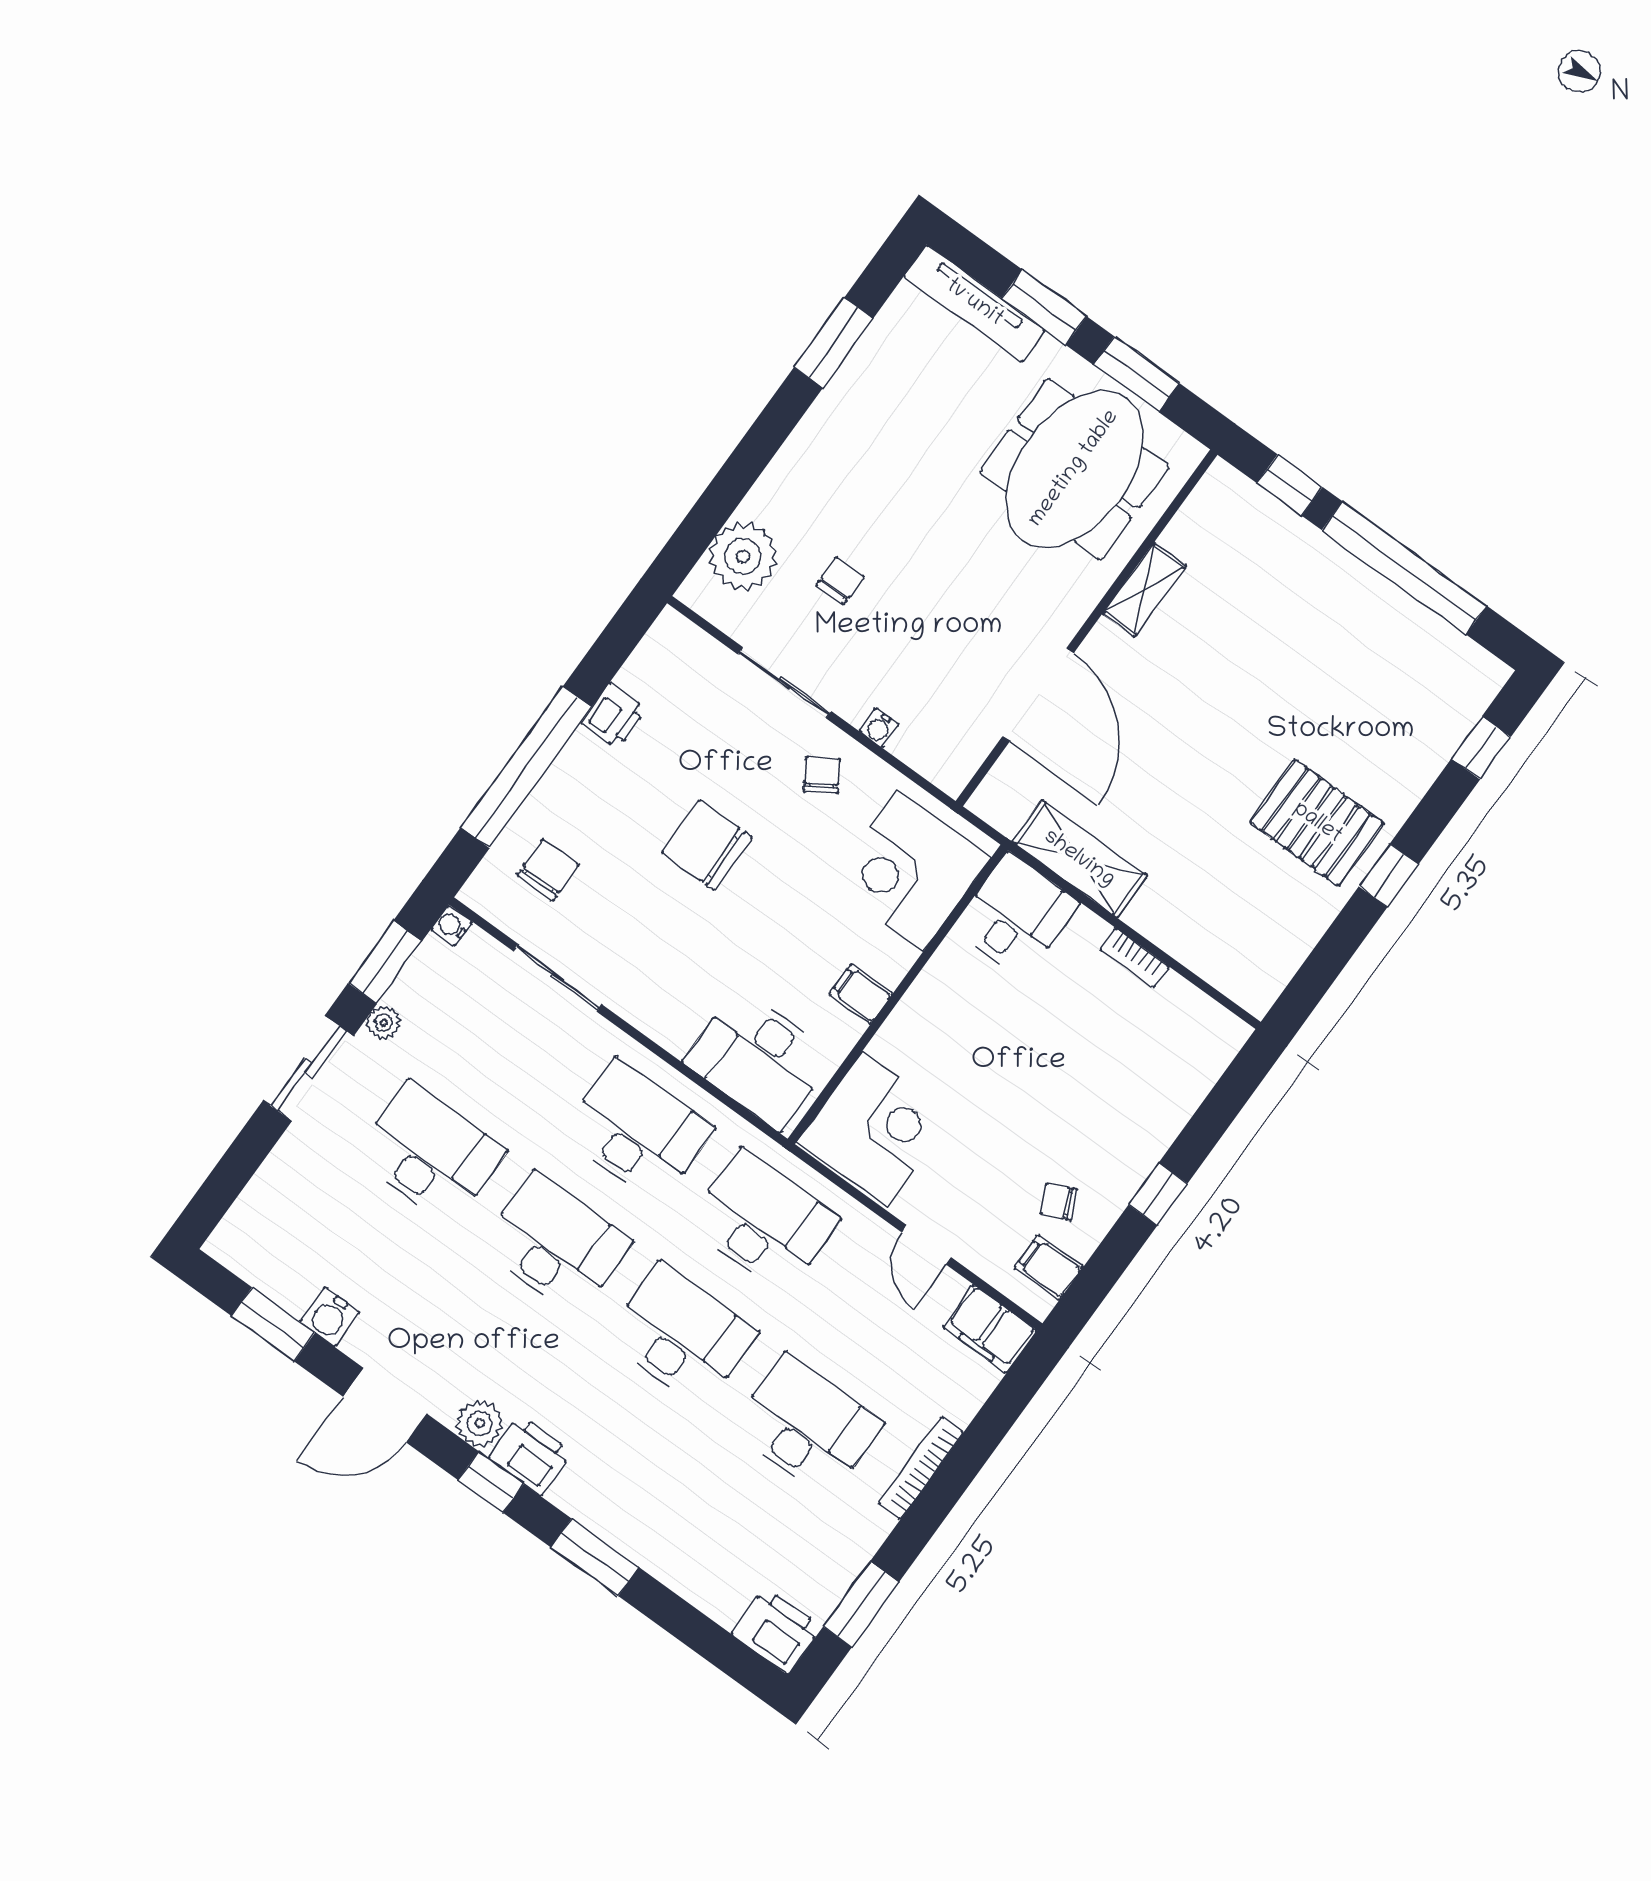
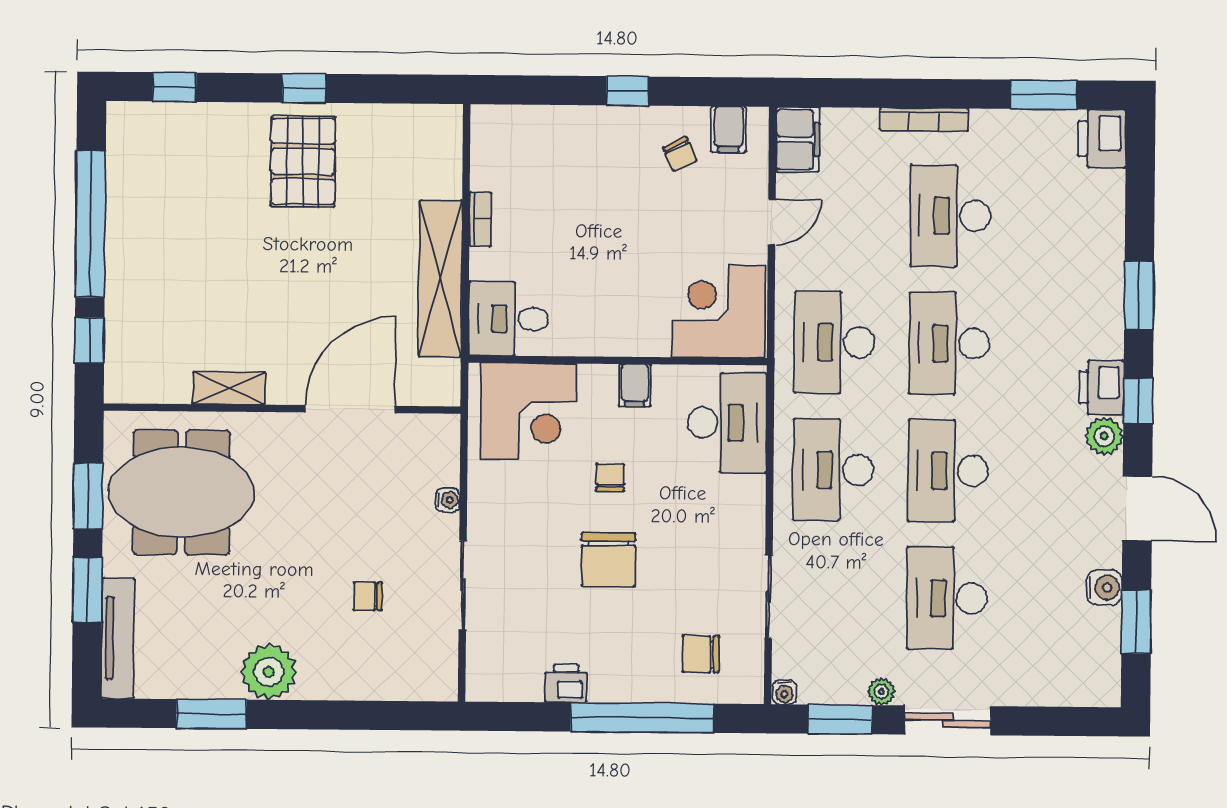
plant: (743, 556) -> (269, 672), moved
chair: (822, 775) -> (610, 478), moved, turned 122
shelving: (1079, 859) -> (440, 278), width x1.47

